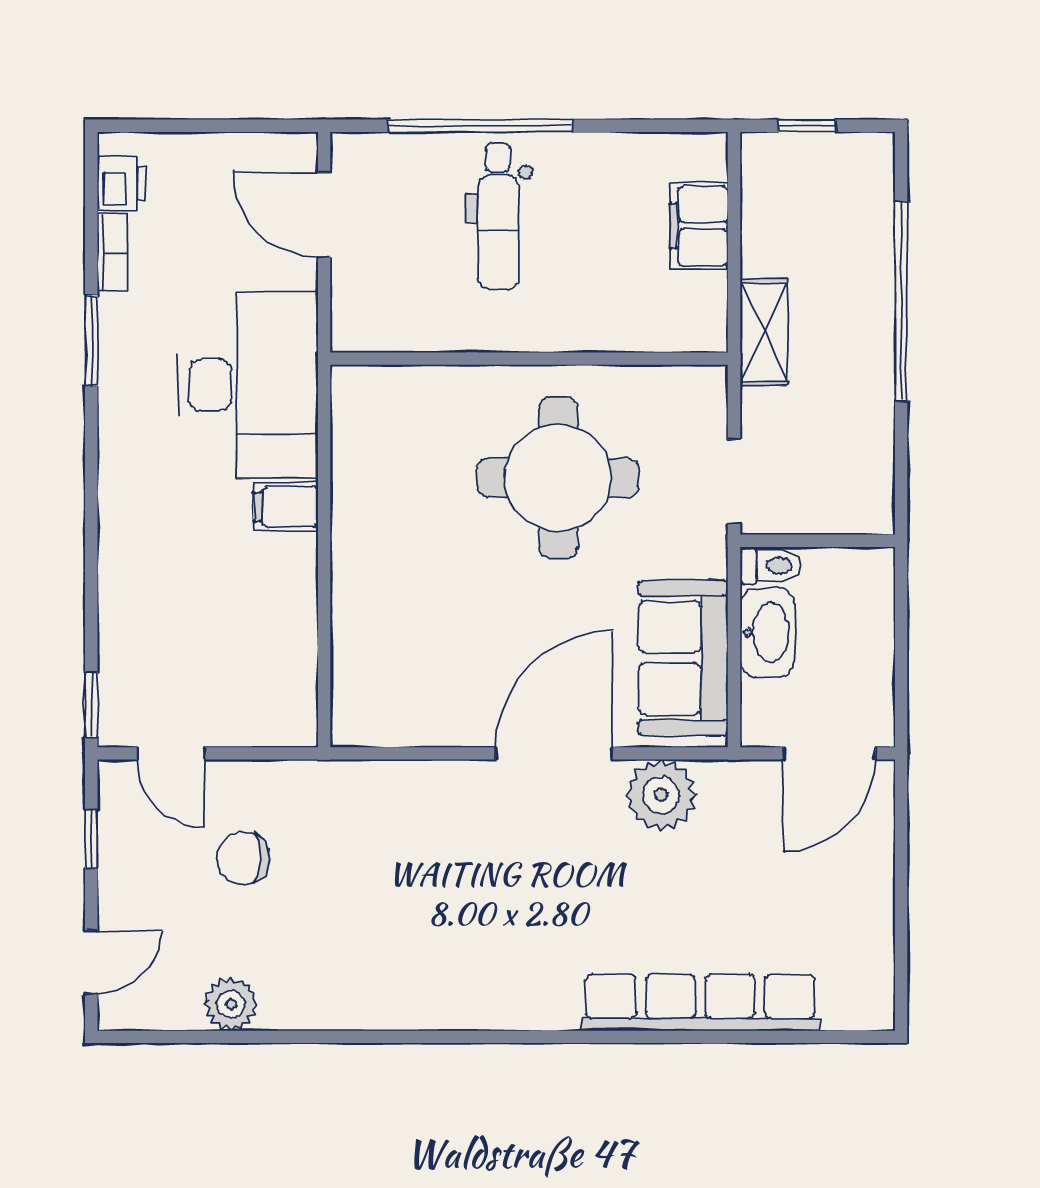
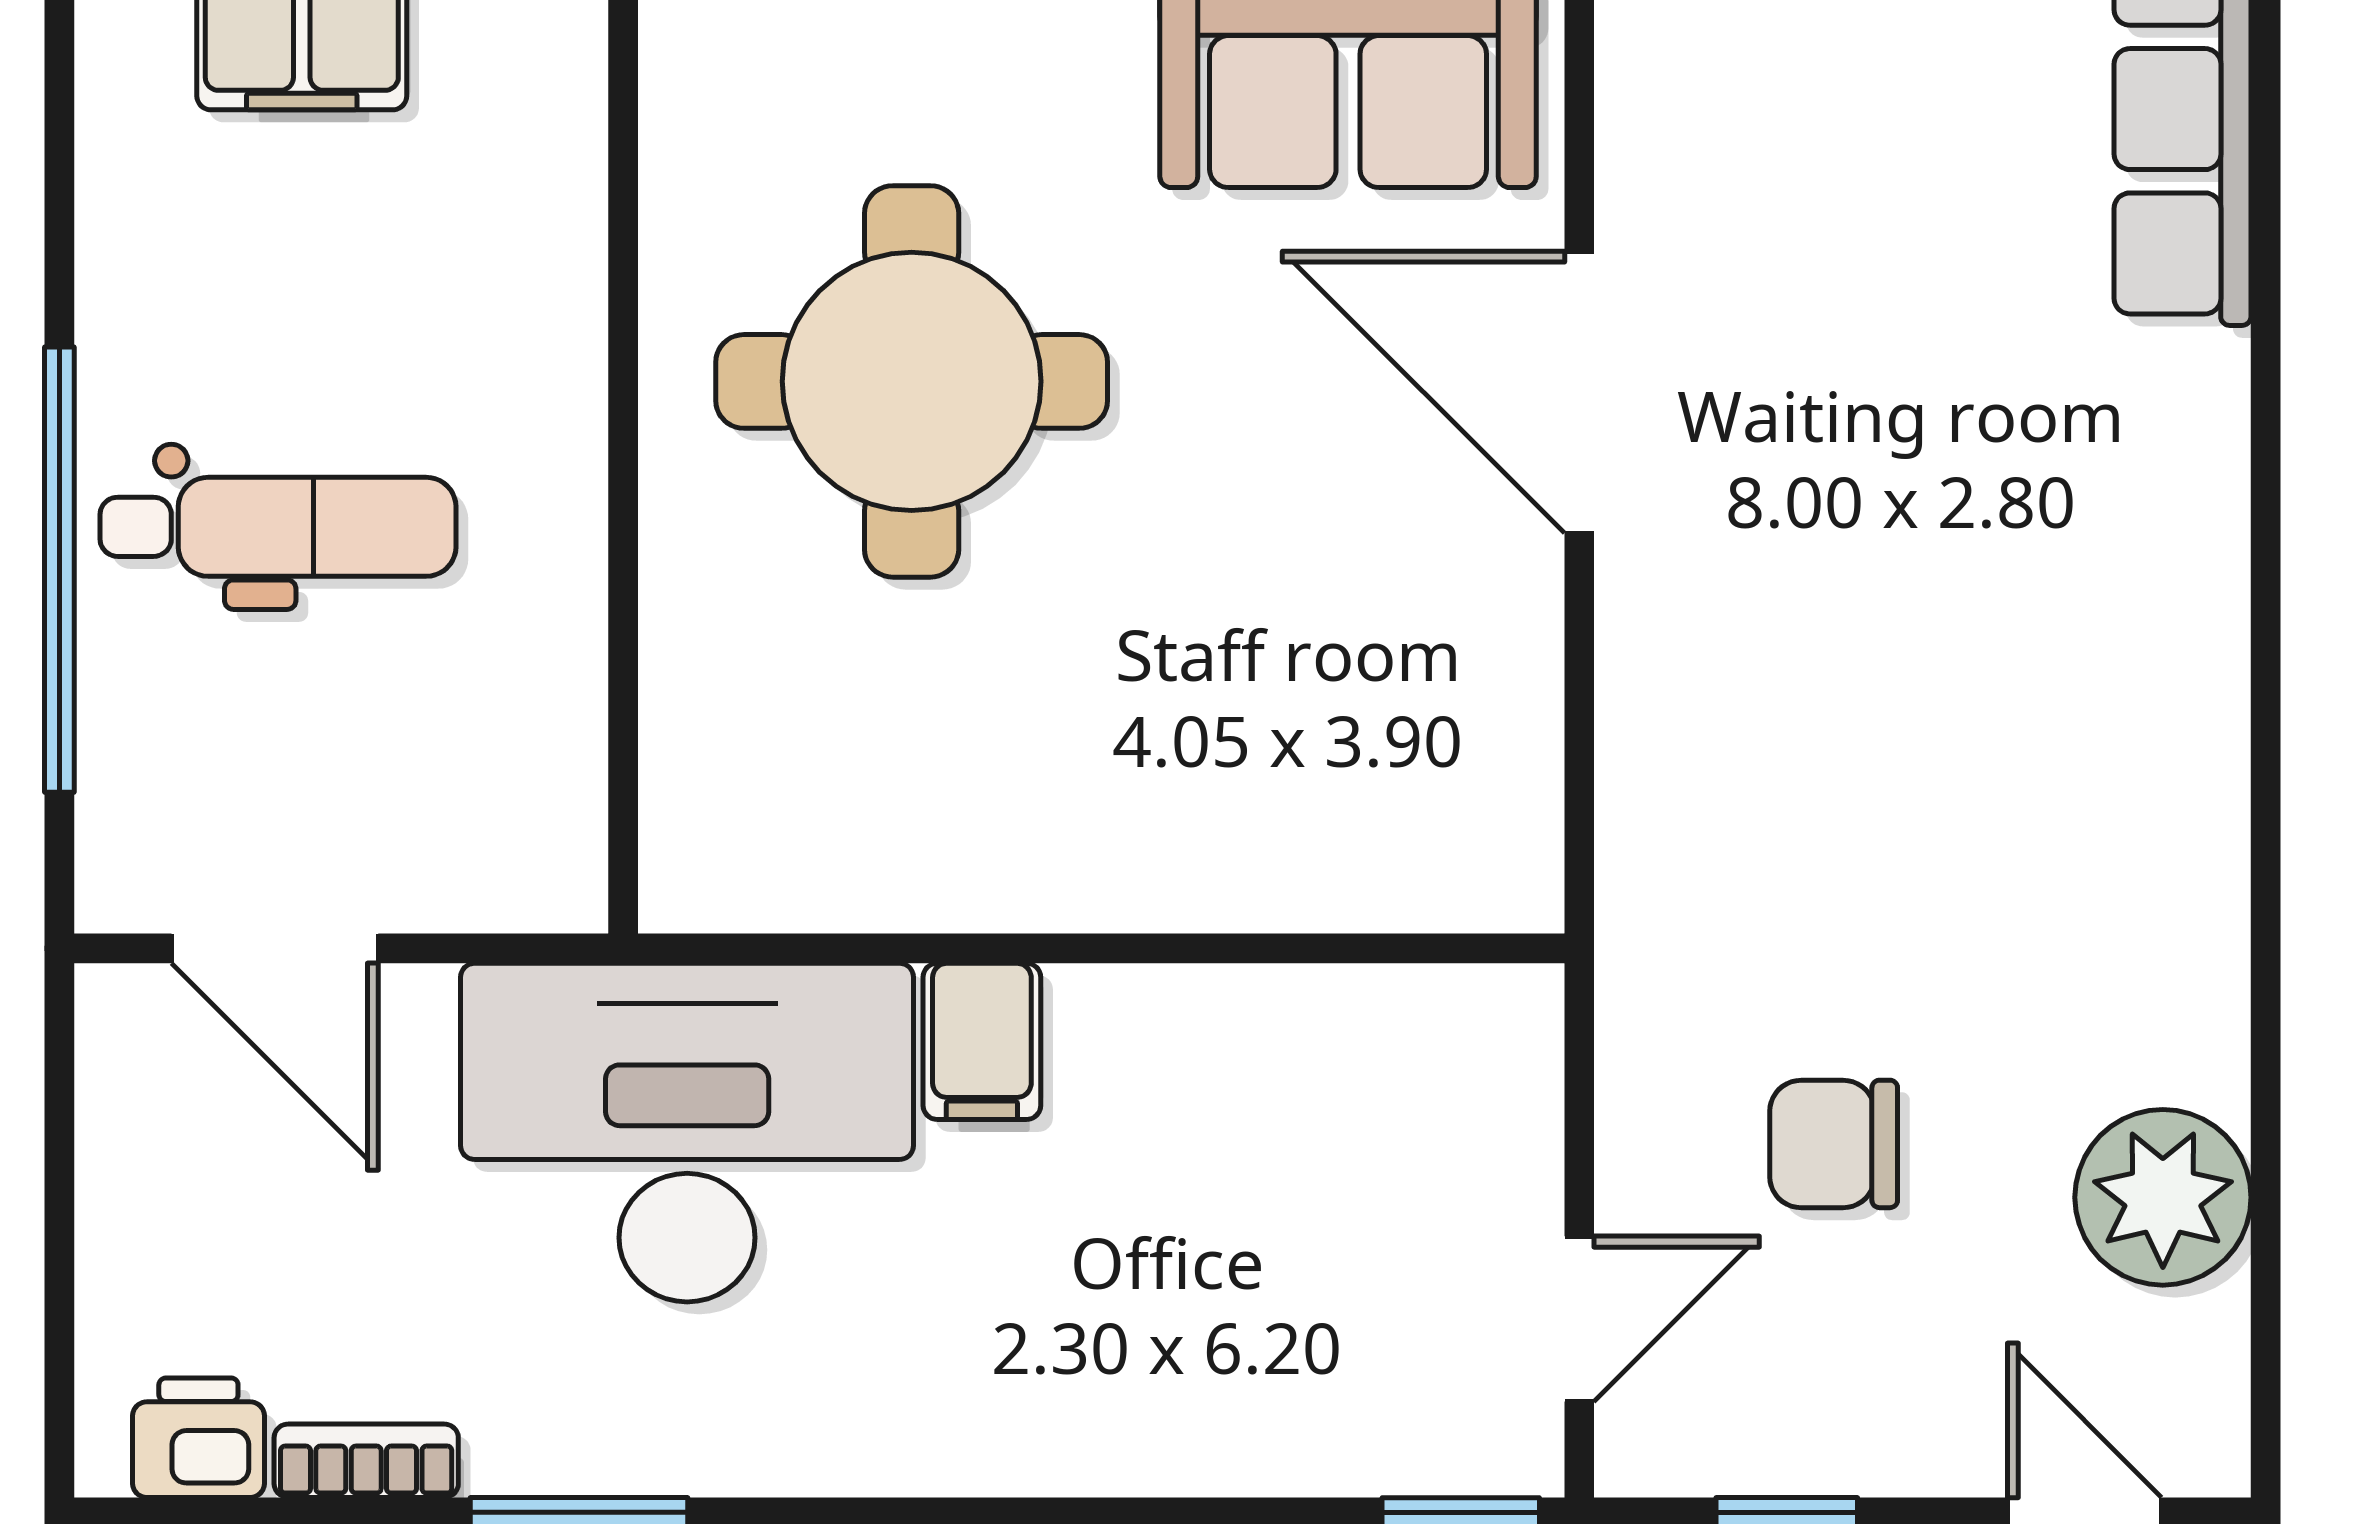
door: (324, 215) -> (275, 948), hinge flipped
plant: (661, 795) -> (1680, 132), removed
chair: (243, 858) -> (1834, 1144), turned 90
plant: (231, 1004) -> (2163, 1197), width x1.36, depth x1.36

